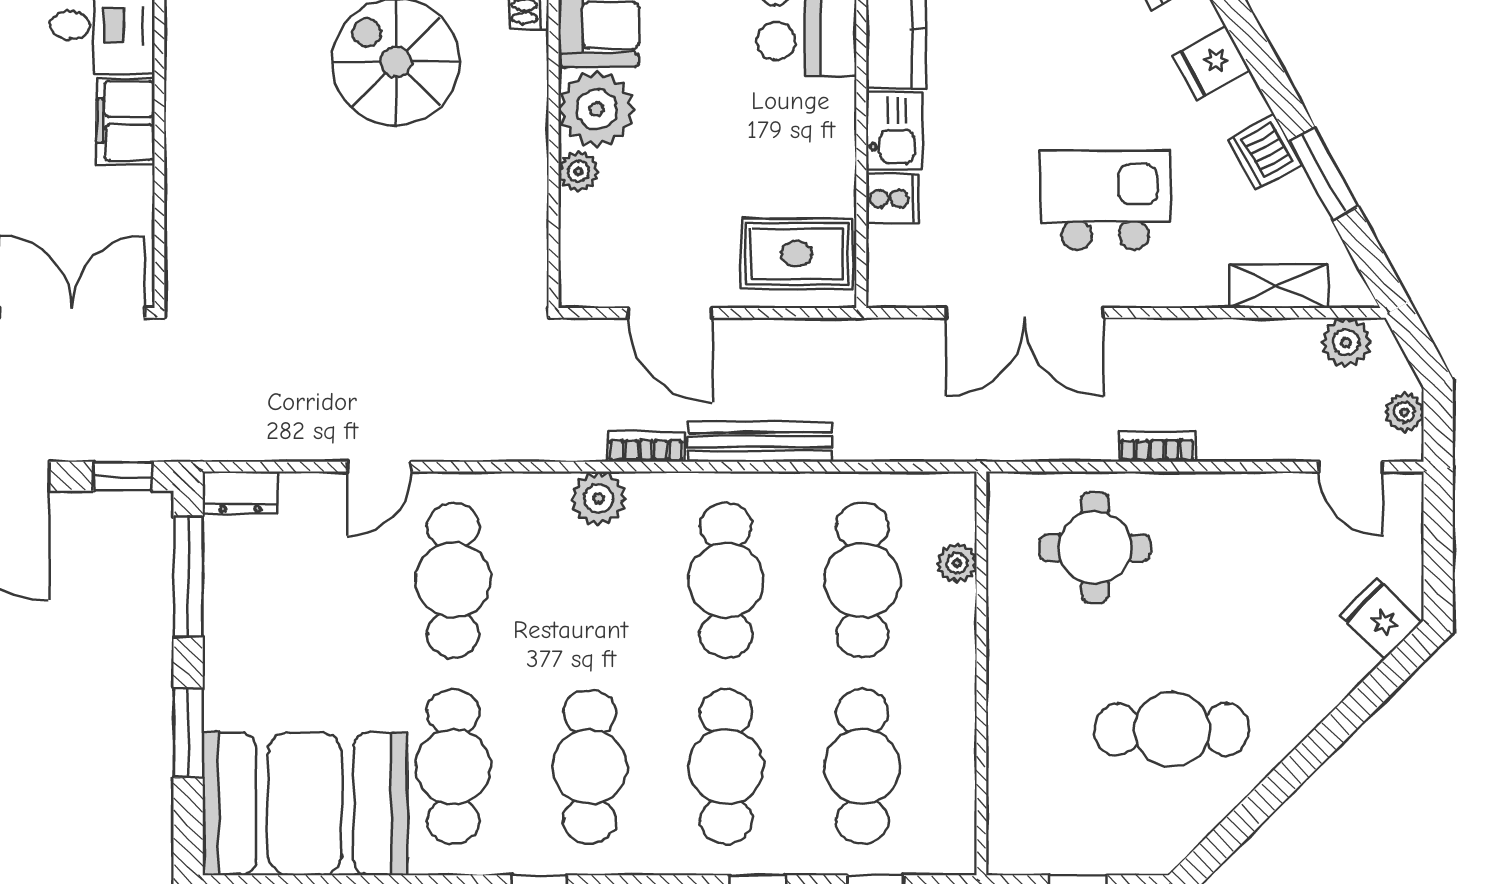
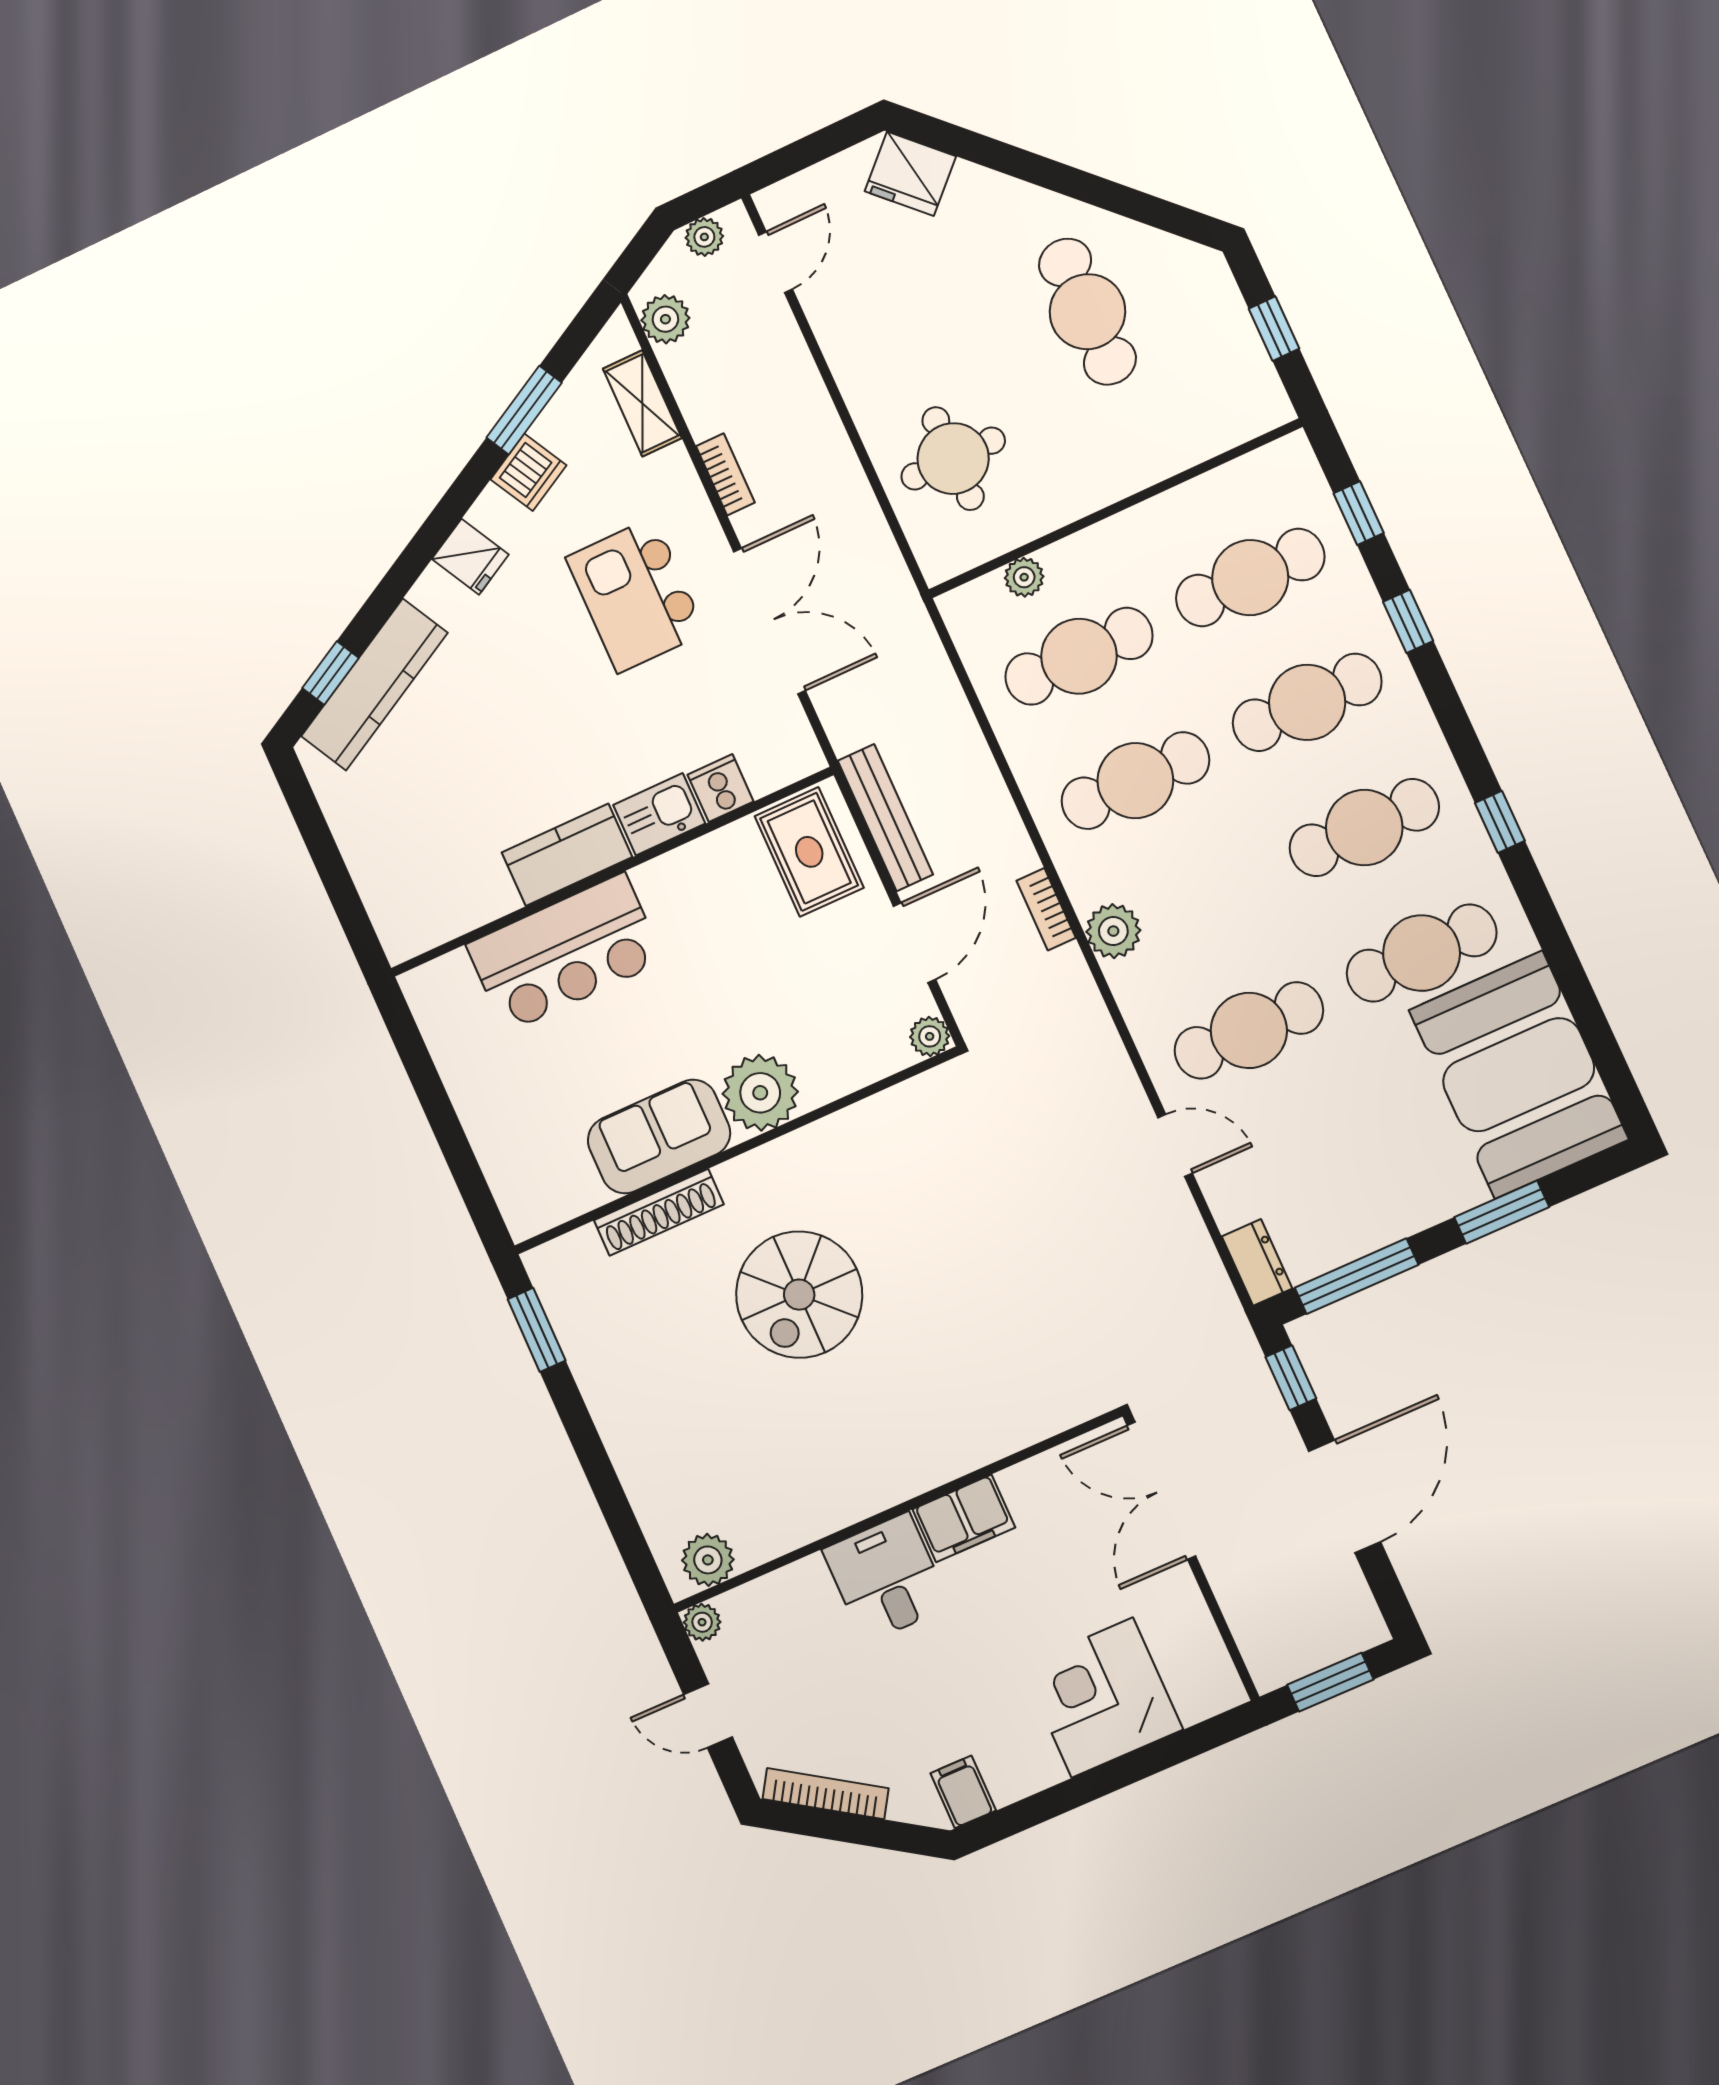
plant: (578, 171) -> (930, 1036), moved
bench: (760, 442) -> (885, 818), moved
bookcase: (1157, 446) -> (725, 474), moved, turned 180
fridge: (1380, 619) -> (910, 174), width x1.38

